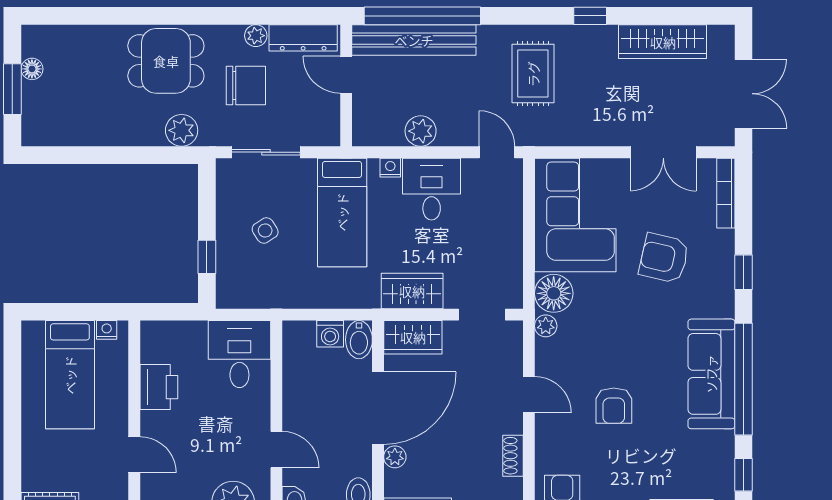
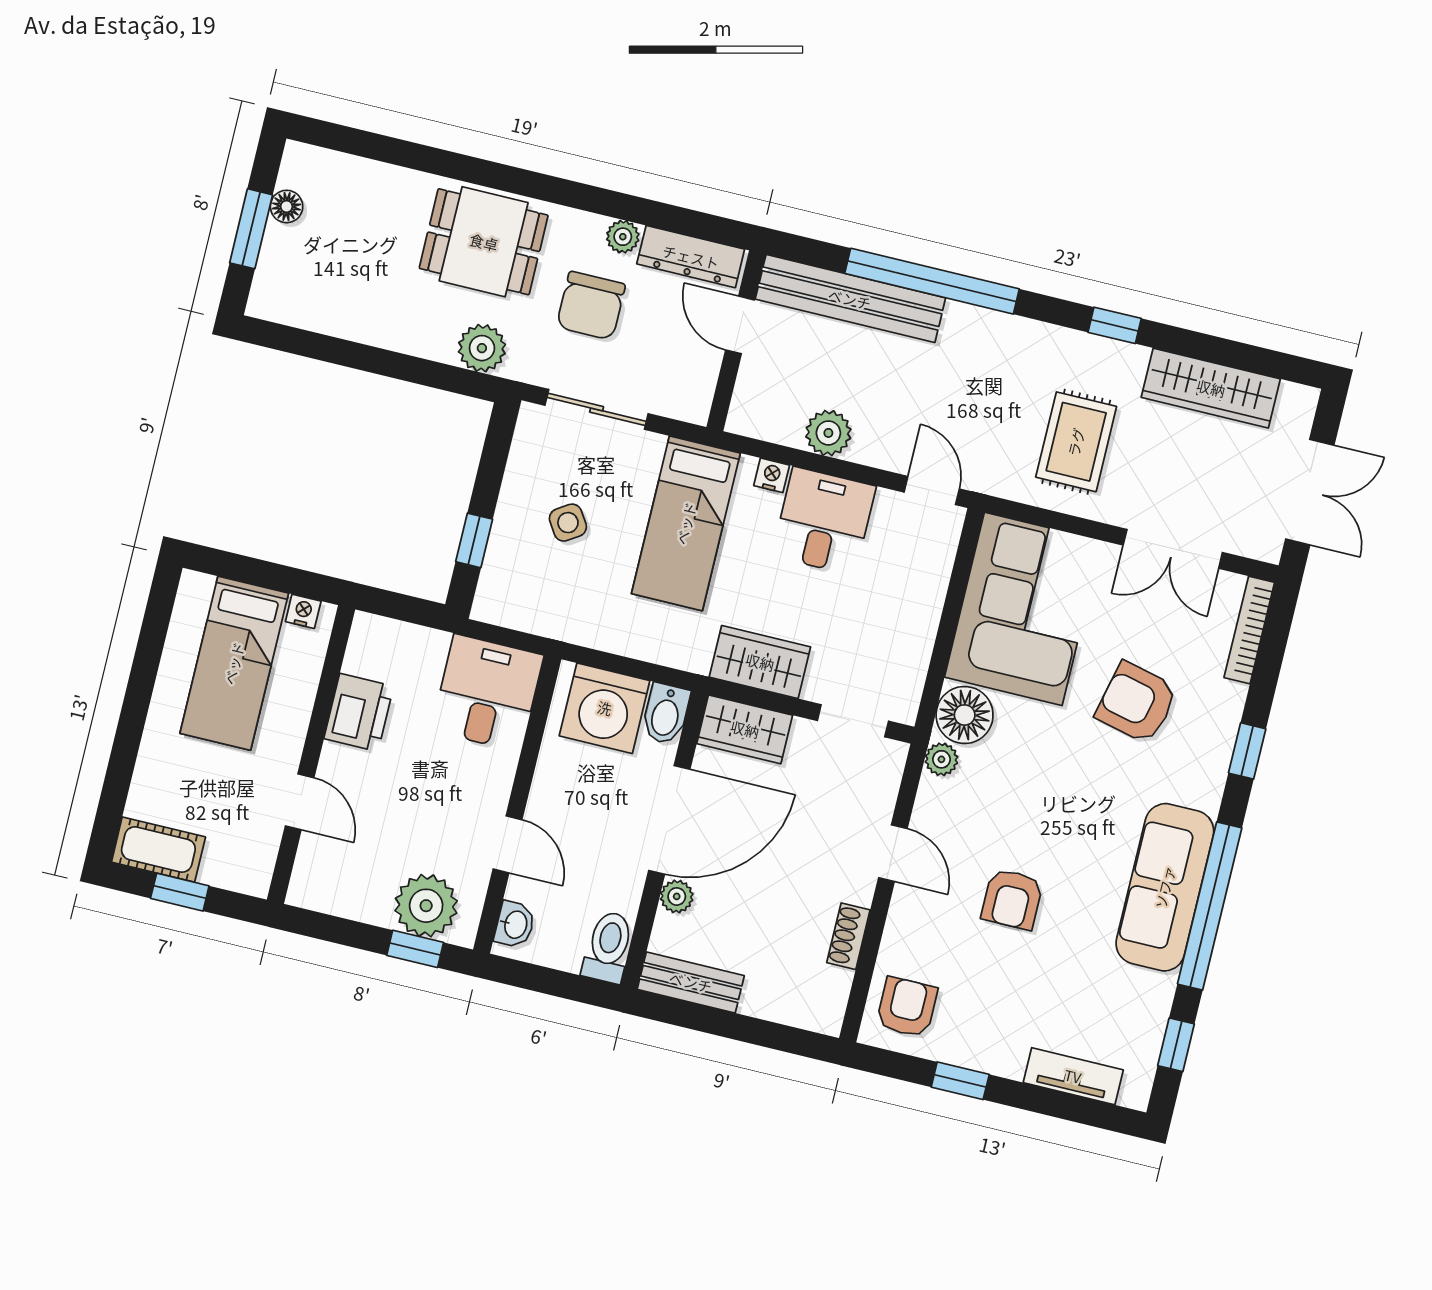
window: (422, 16) -> (932, 281), moved
rug: (533, 74) -> (1076, 442), moved
chair: (246, 86) -> (591, 306), turned 90
washing machine: (330, 334) -> (605, 708), width x1.89, depth x1.89

